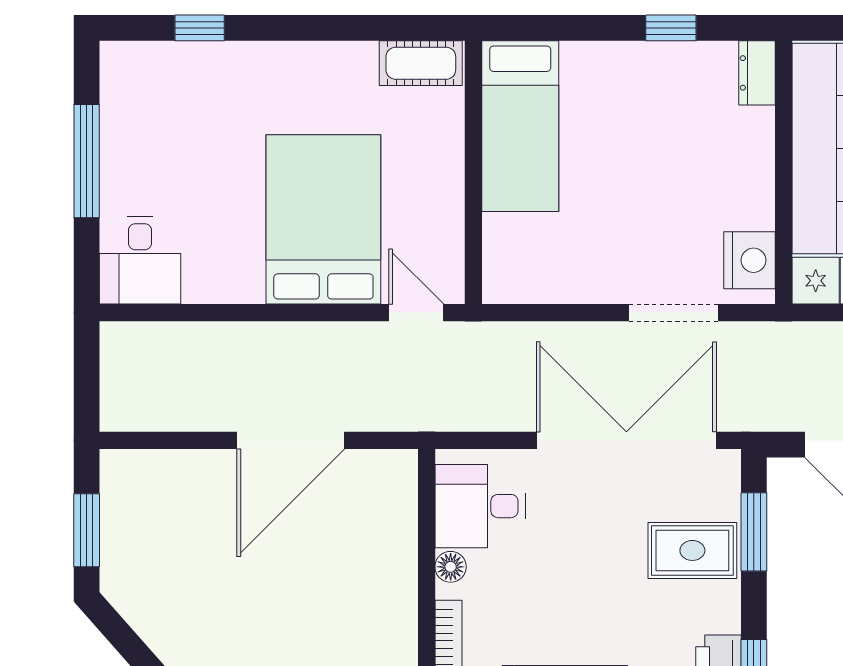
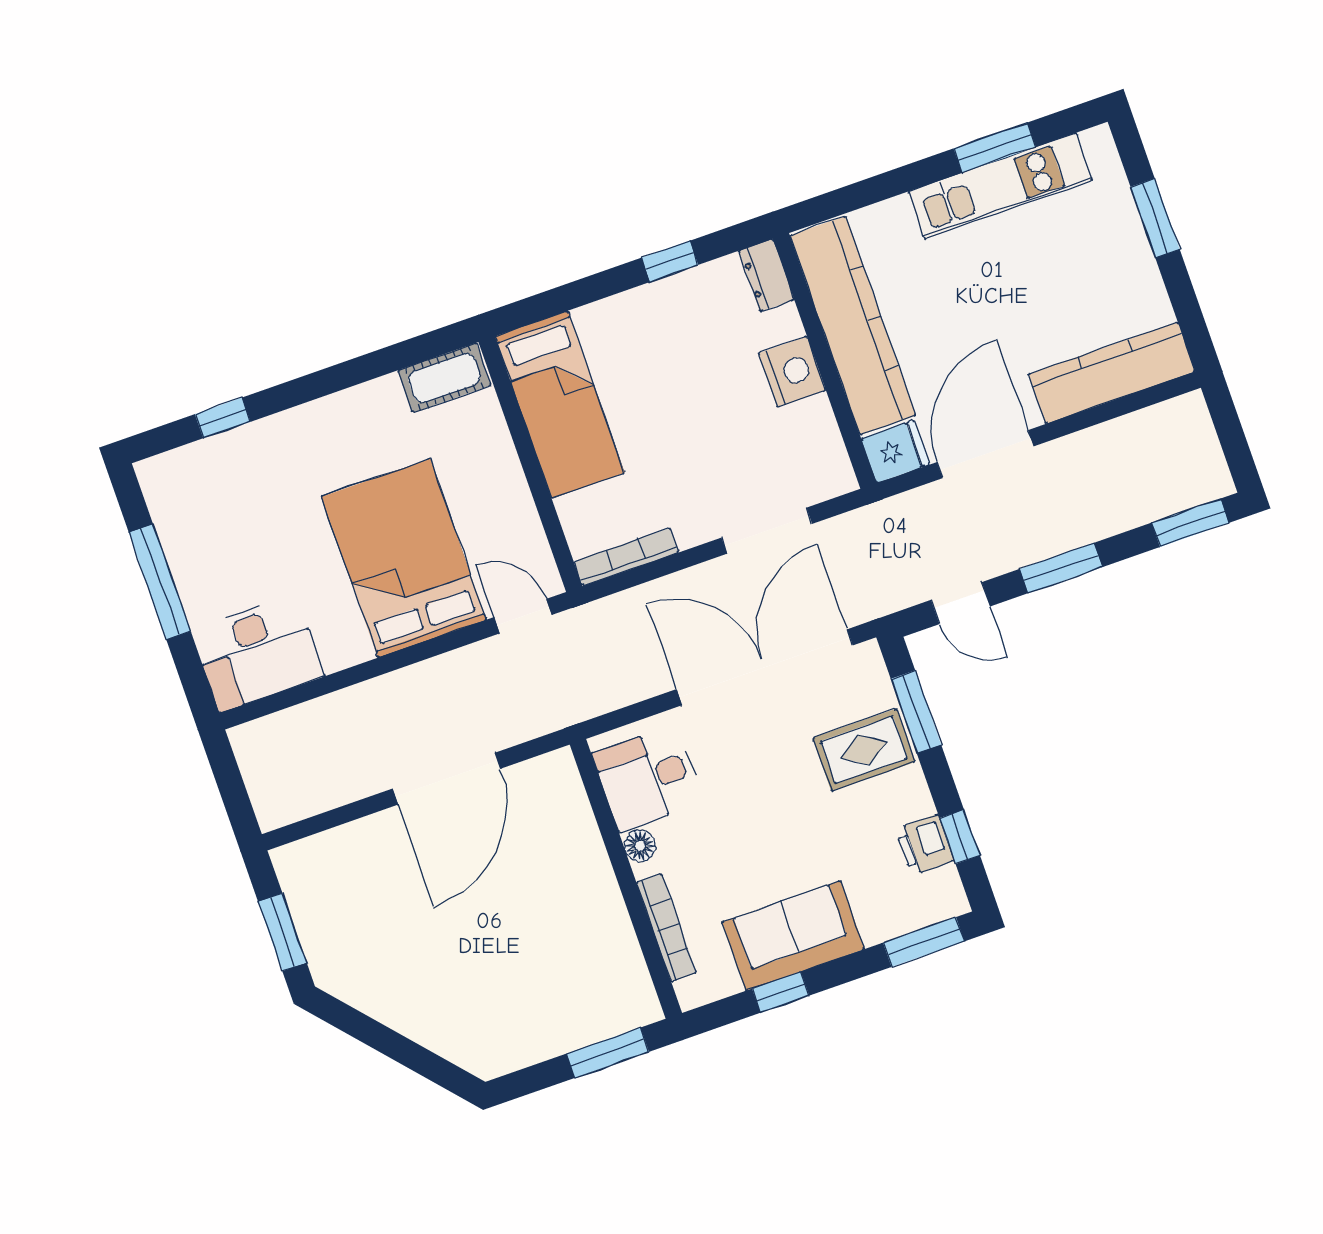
desk: (140, 260) -> (258, 653), width x1.37
nightstand: (749, 260) -> (792, 372), moved
bookcase: (533, 291) -> (626, 557), added

